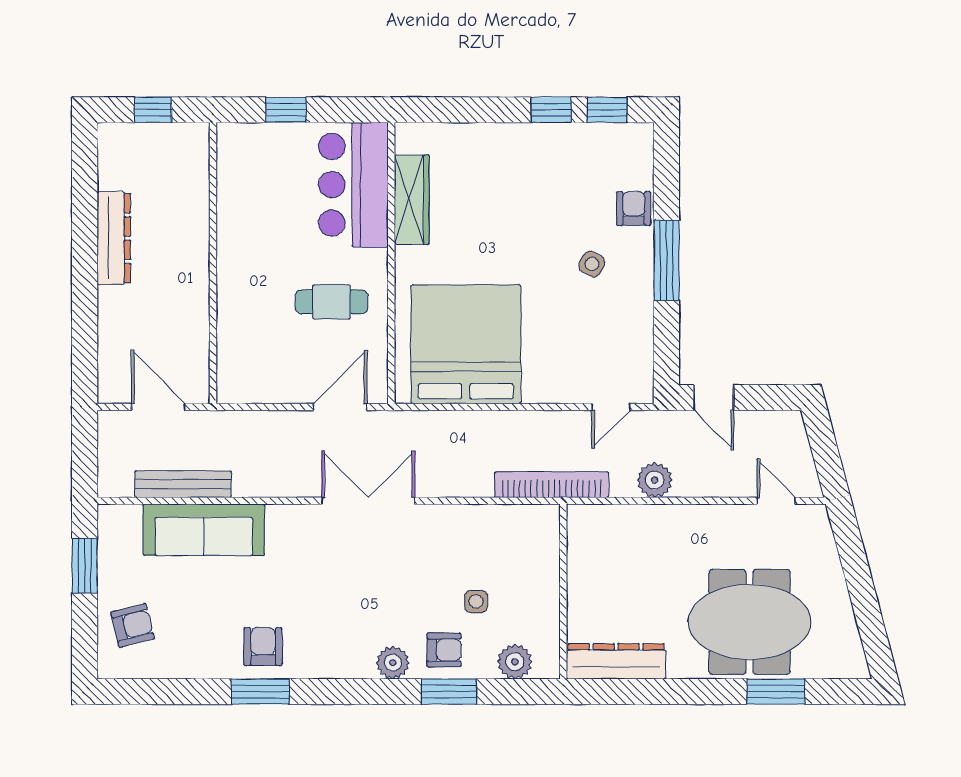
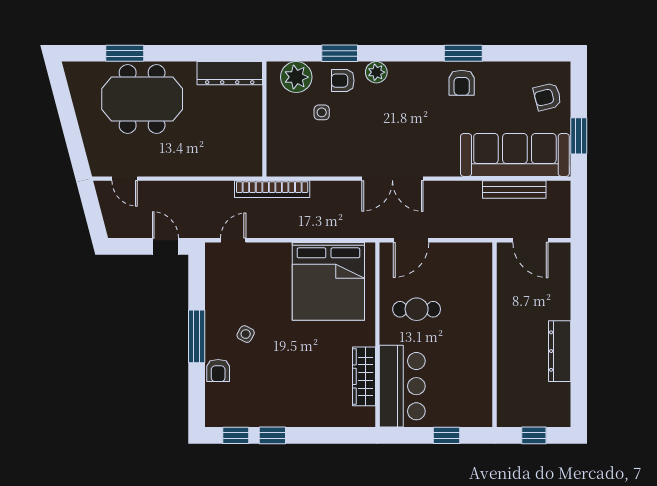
plant: (655, 480) -> (204, 192), removed
sofa: (204, 530) -> (515, 155), width x1.36, depth x1.27
plant: (515, 662) -> (296, 77), width x1.36, depth x1.36

